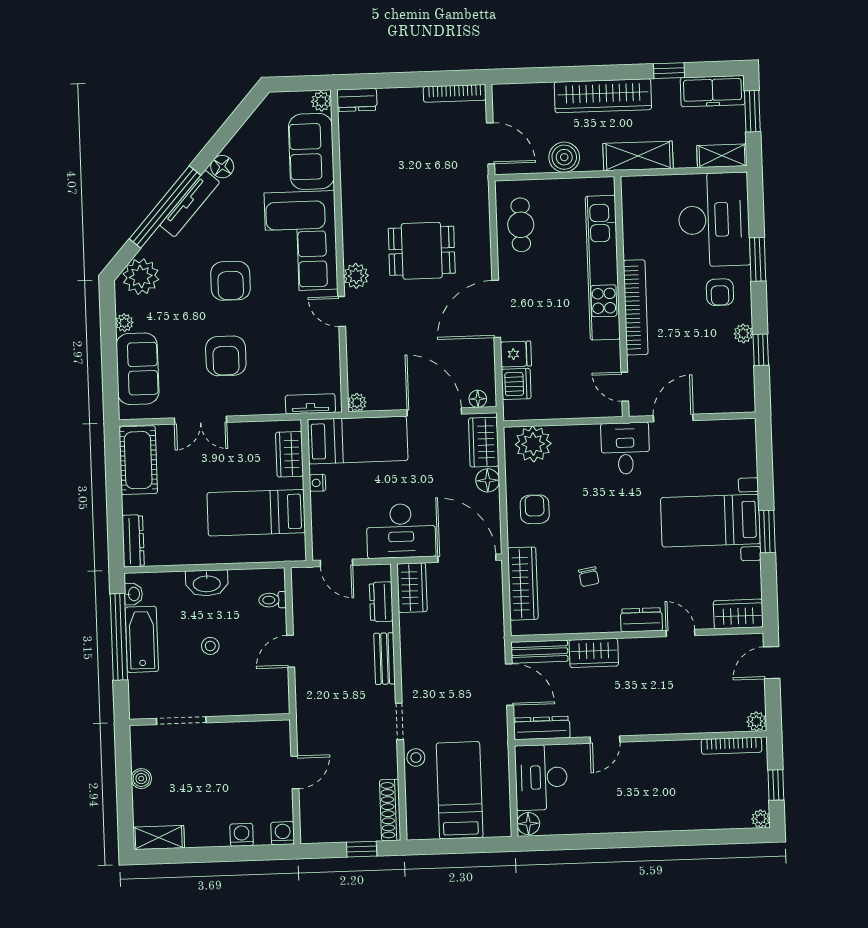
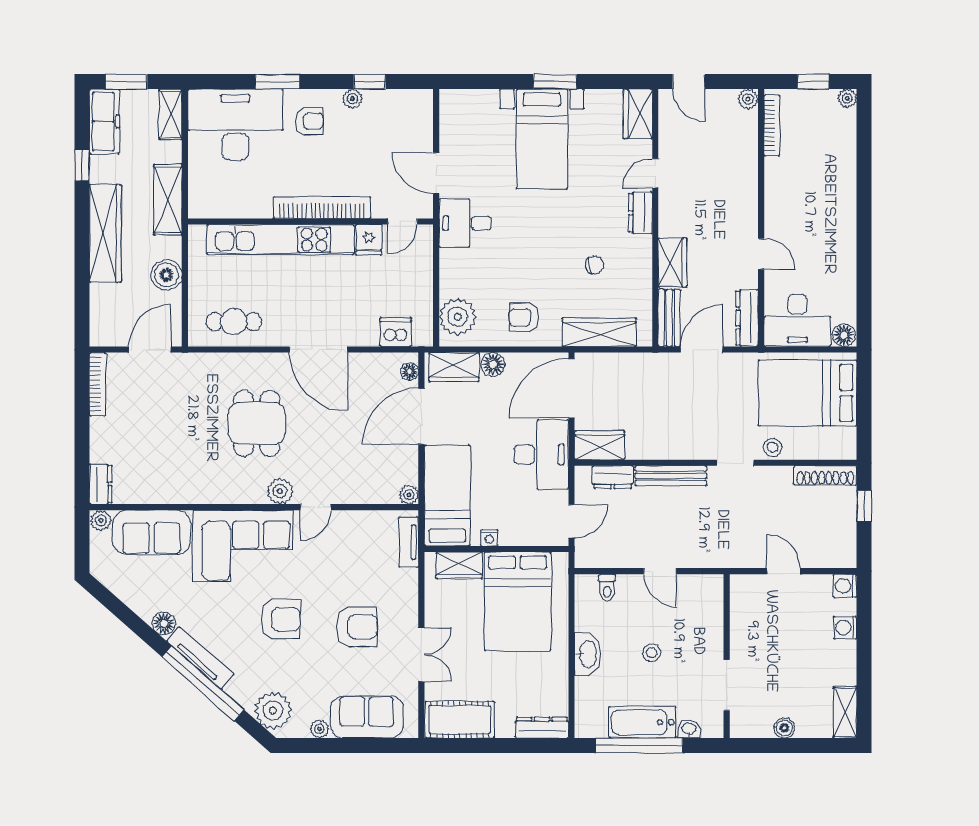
fridge: (516, 354) -> (369, 240), moved, turned 180
bed: (256, 513) -> (518, 601), width x1.50
washbasin: (133, 594) -> (689, 729), moved
bench: (385, 659) -> (671, 476), width x1.36
bed: (460, 790) -> (808, 393), width x1.50

